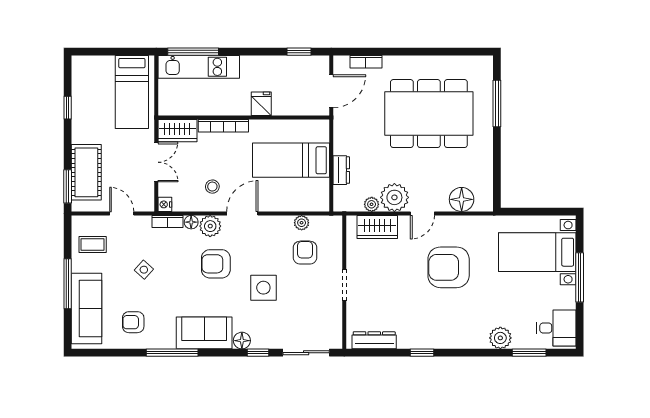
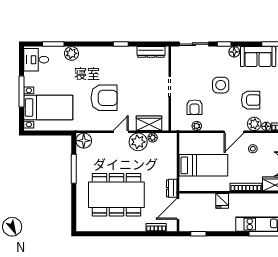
window: (497, 103) -> (74, 169), moved
dresser: (341, 170) -> (172, 188), moved
floor lamp: (462, 199) -> (84, 141), moved

